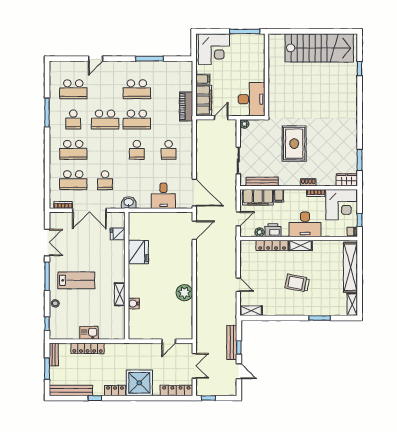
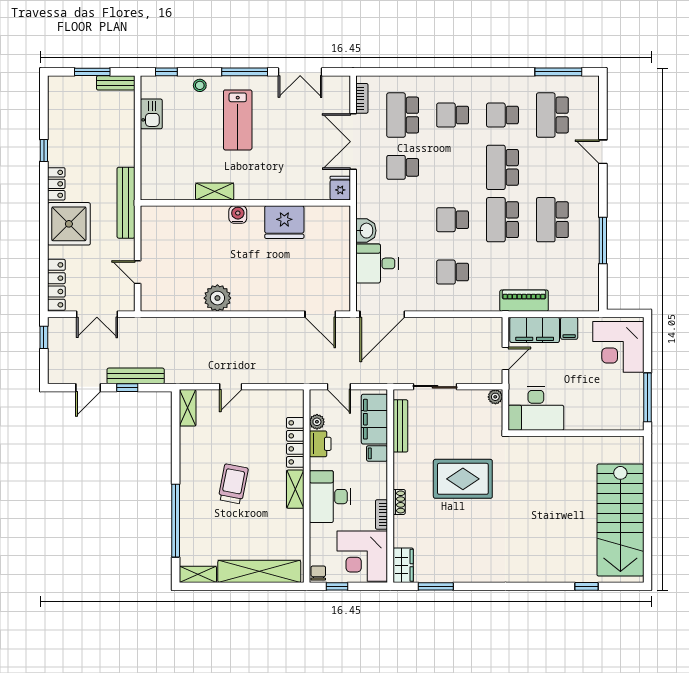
window: (47, 113) -> (558, 72), moved
door: (221, 118) -> (505, 359), hinge flipped
school desk: (73, 150) -> (453, 115), width x0.54
washbasin: (129, 202) -> (366, 231), moved
fridge: (118, 234) -> (340, 188), moved
water cooler: (134, 303) -> (238, 214), moved
window: (320, 318) -> (176, 521), width x2.11
kitchen sink: (89, 333) -> (151, 114), moved
locker: (88, 348) -> (126, 139), removed
bench: (71, 390) -> (126, 203), moved

